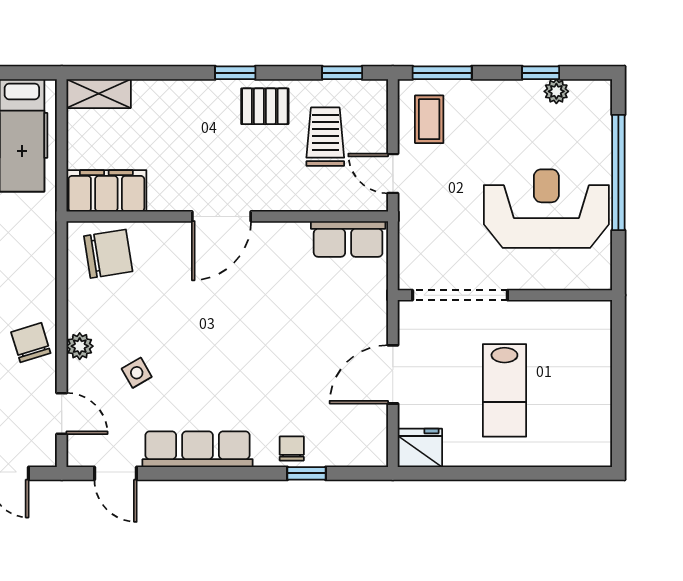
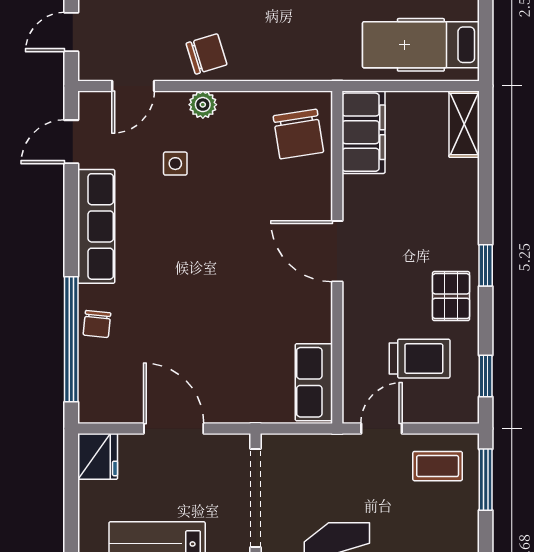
side table: (137, 373) -> (175, 164), turned 30
chair: (292, 448) -> (97, 324), turned 96
window: (306, 473) -> (71, 339), width x3.17

